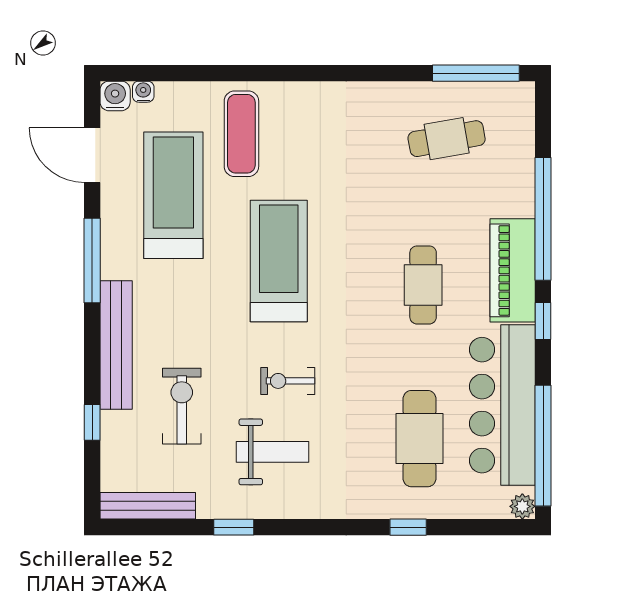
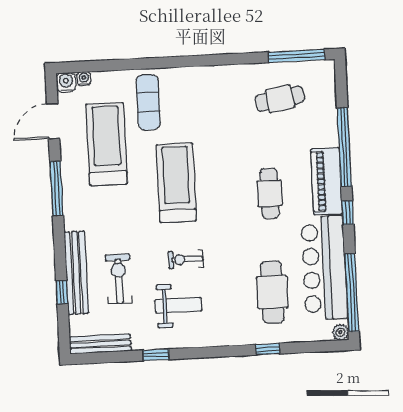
door: (92, 155) -> (53, 121), hinge flipped
bench: (116, 345) -> (76, 273), moved

